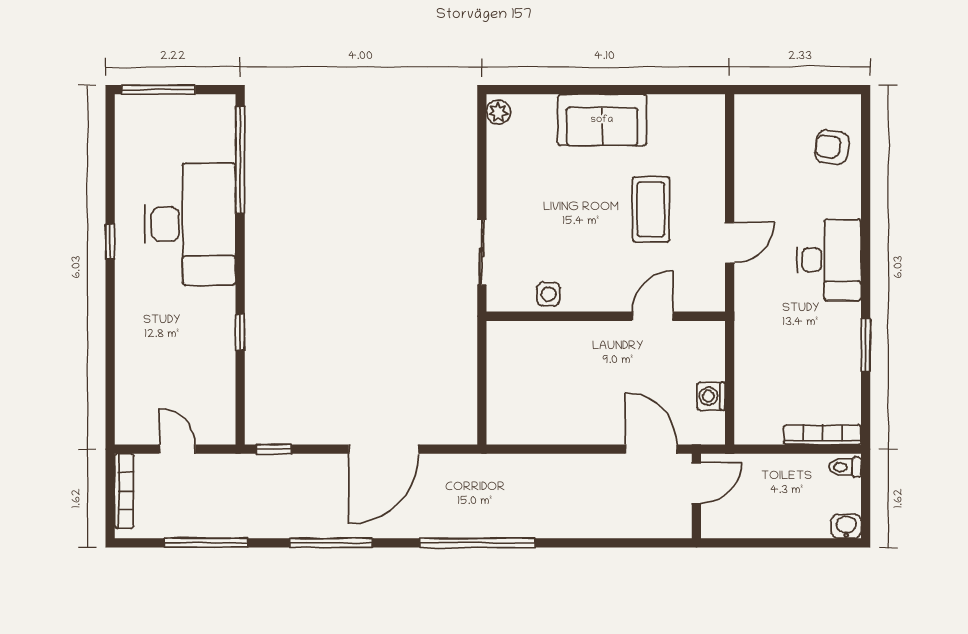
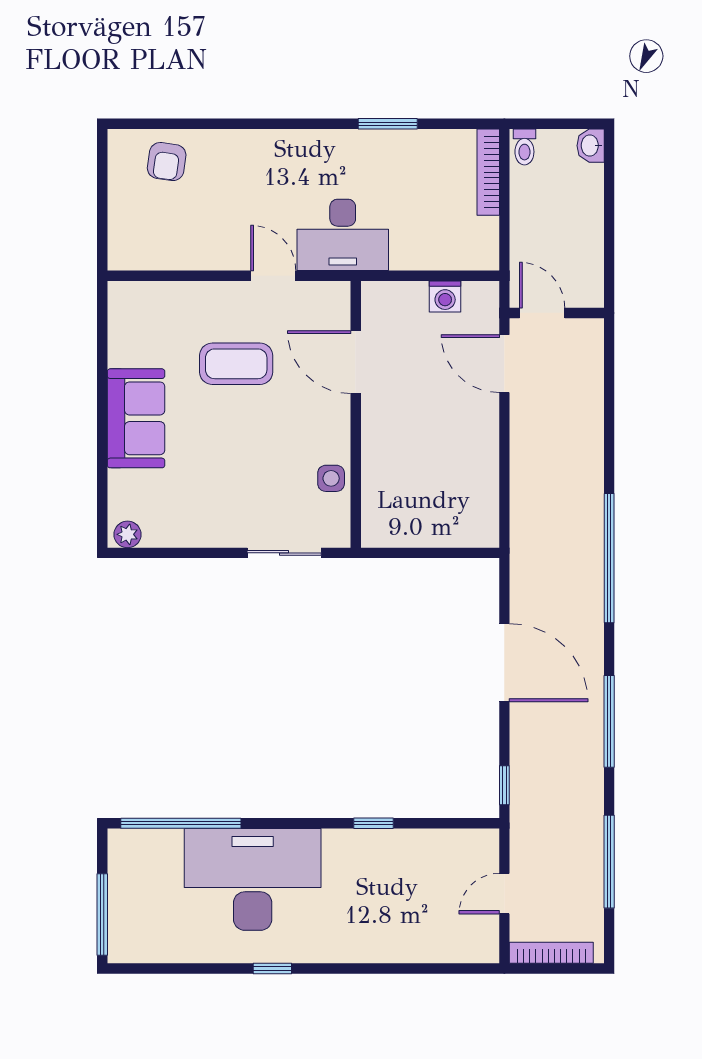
desk: (829, 260) -> (343, 235), moved, turned 180
door: (653, 316) -> (356, 362), width x1.38
door: (651, 449) -> (504, 364), hinge flipped

